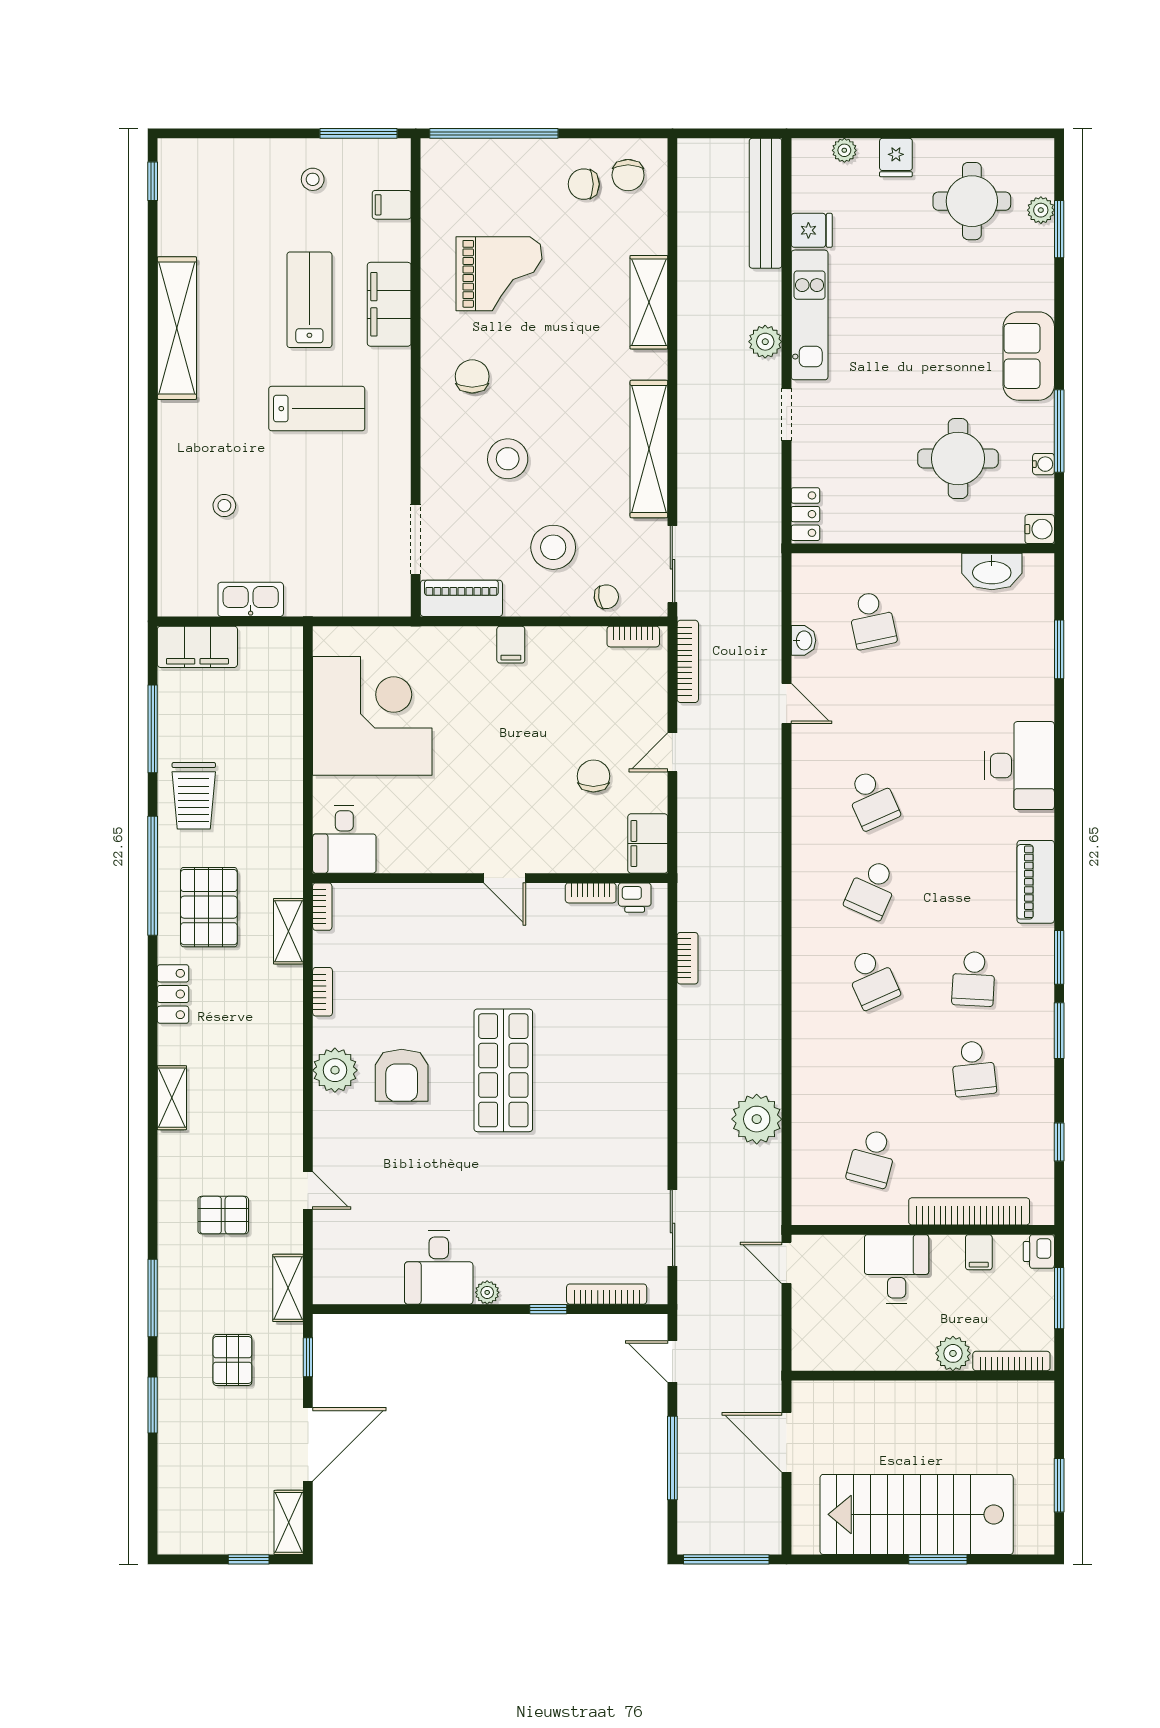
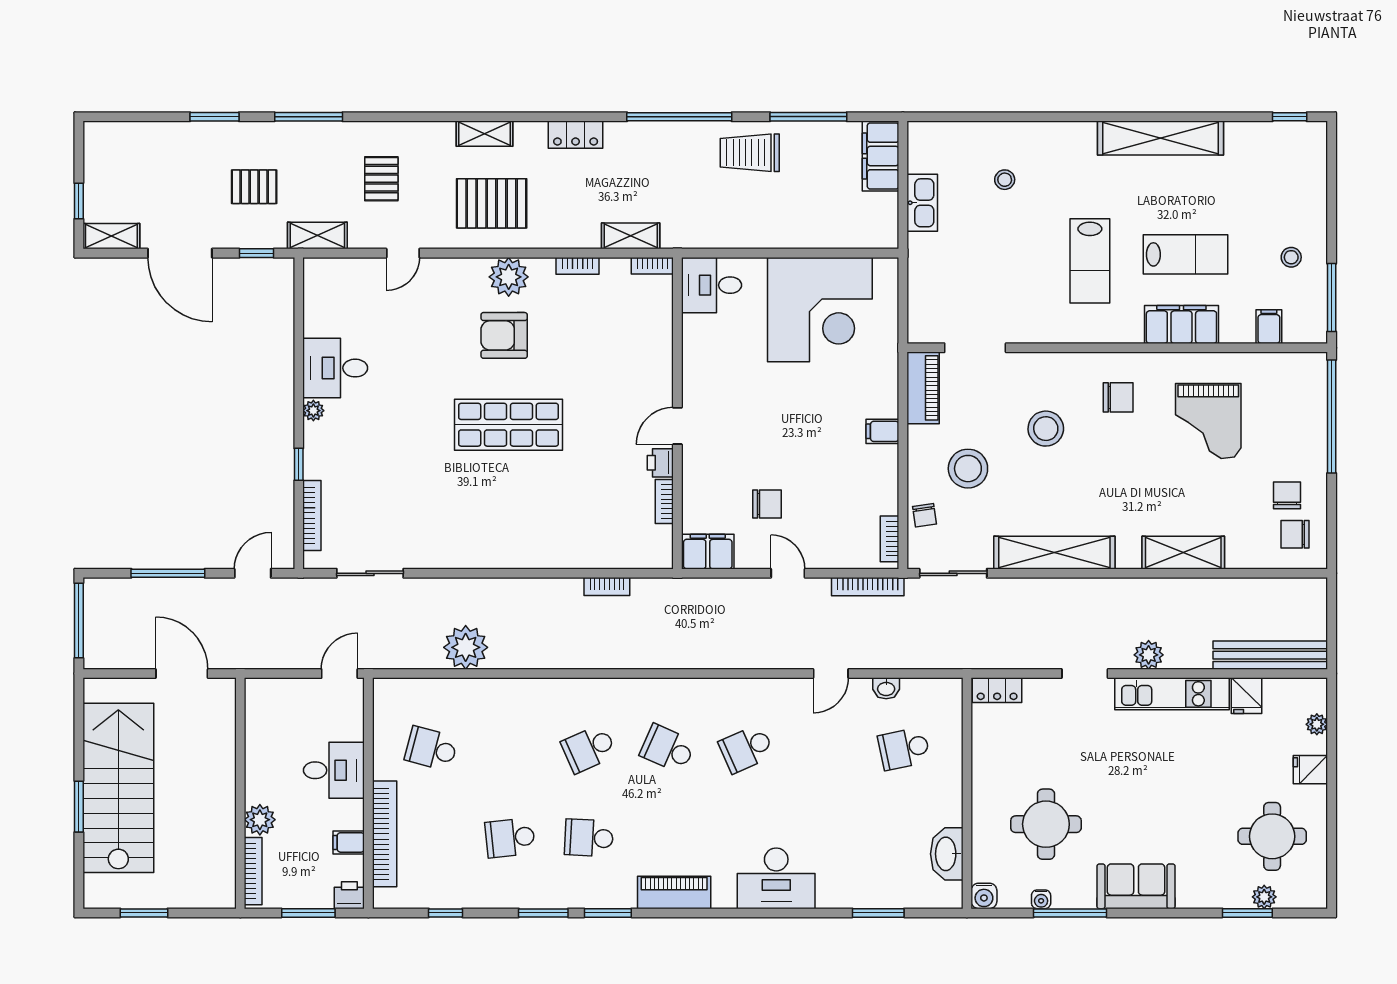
printer: (635, 898) -> (660, 463), moved
pallet: (209, 907) -> (492, 203), moved
door: (787, 1442) -> (182, 674), hinge flipped

